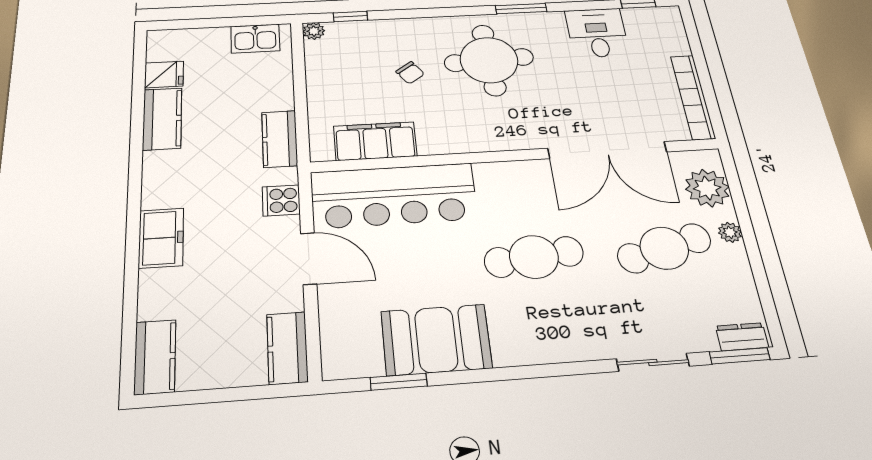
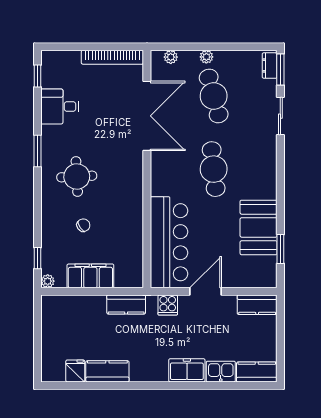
kitchen sink: (255, 39) -> (221, 372), moved, turned -90
round table: (489, 60) -> (77, 177), width x0.73, depth x0.73
filing cabinet: (375, 141) -> (90, 276), moved, turned 90
plant: (707, 188) -> (171, 57), width x0.53, depth x0.53

